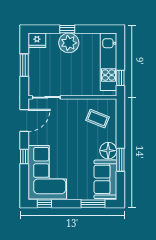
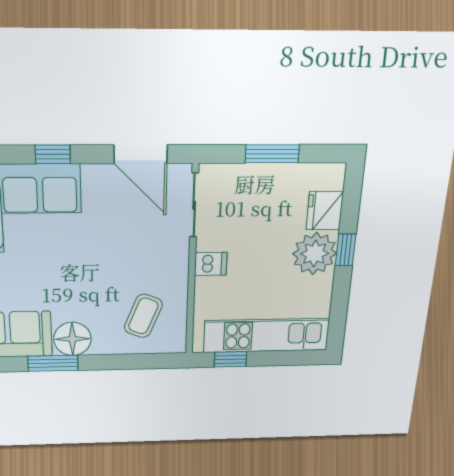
fridge: (37, 40) -> (325, 211), moved
dishwasher: (73, 89) -> (211, 264), added

